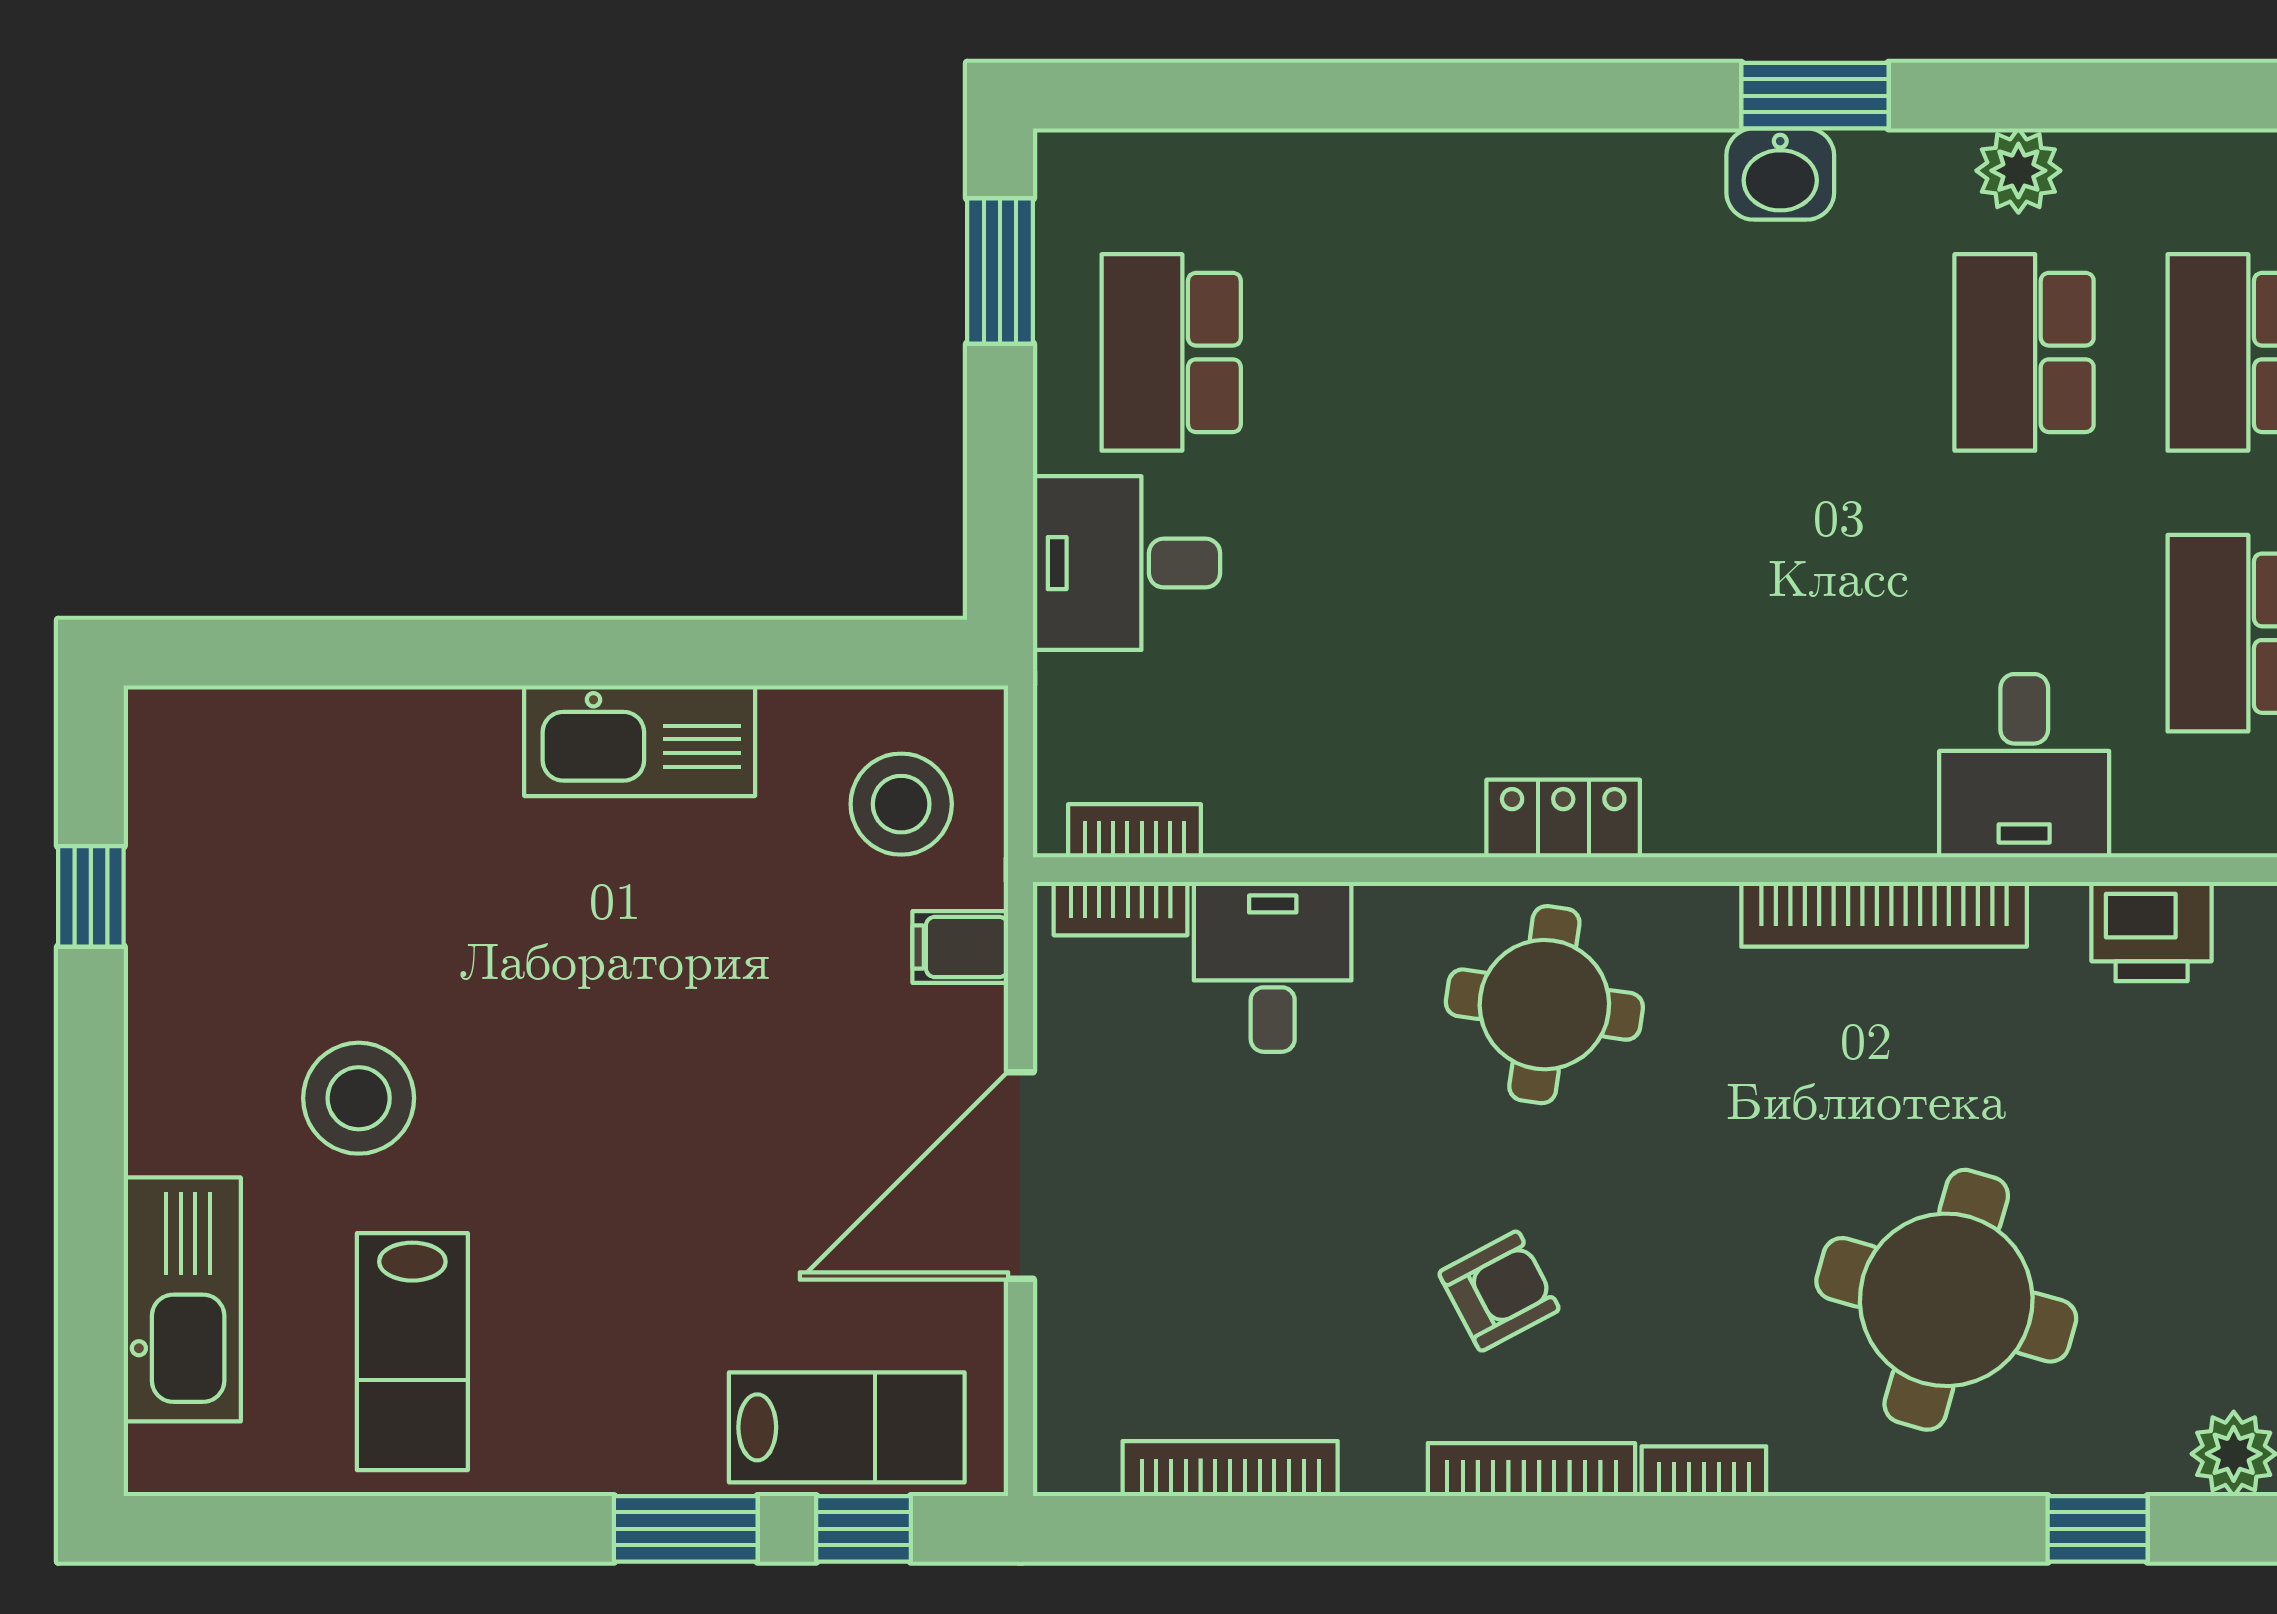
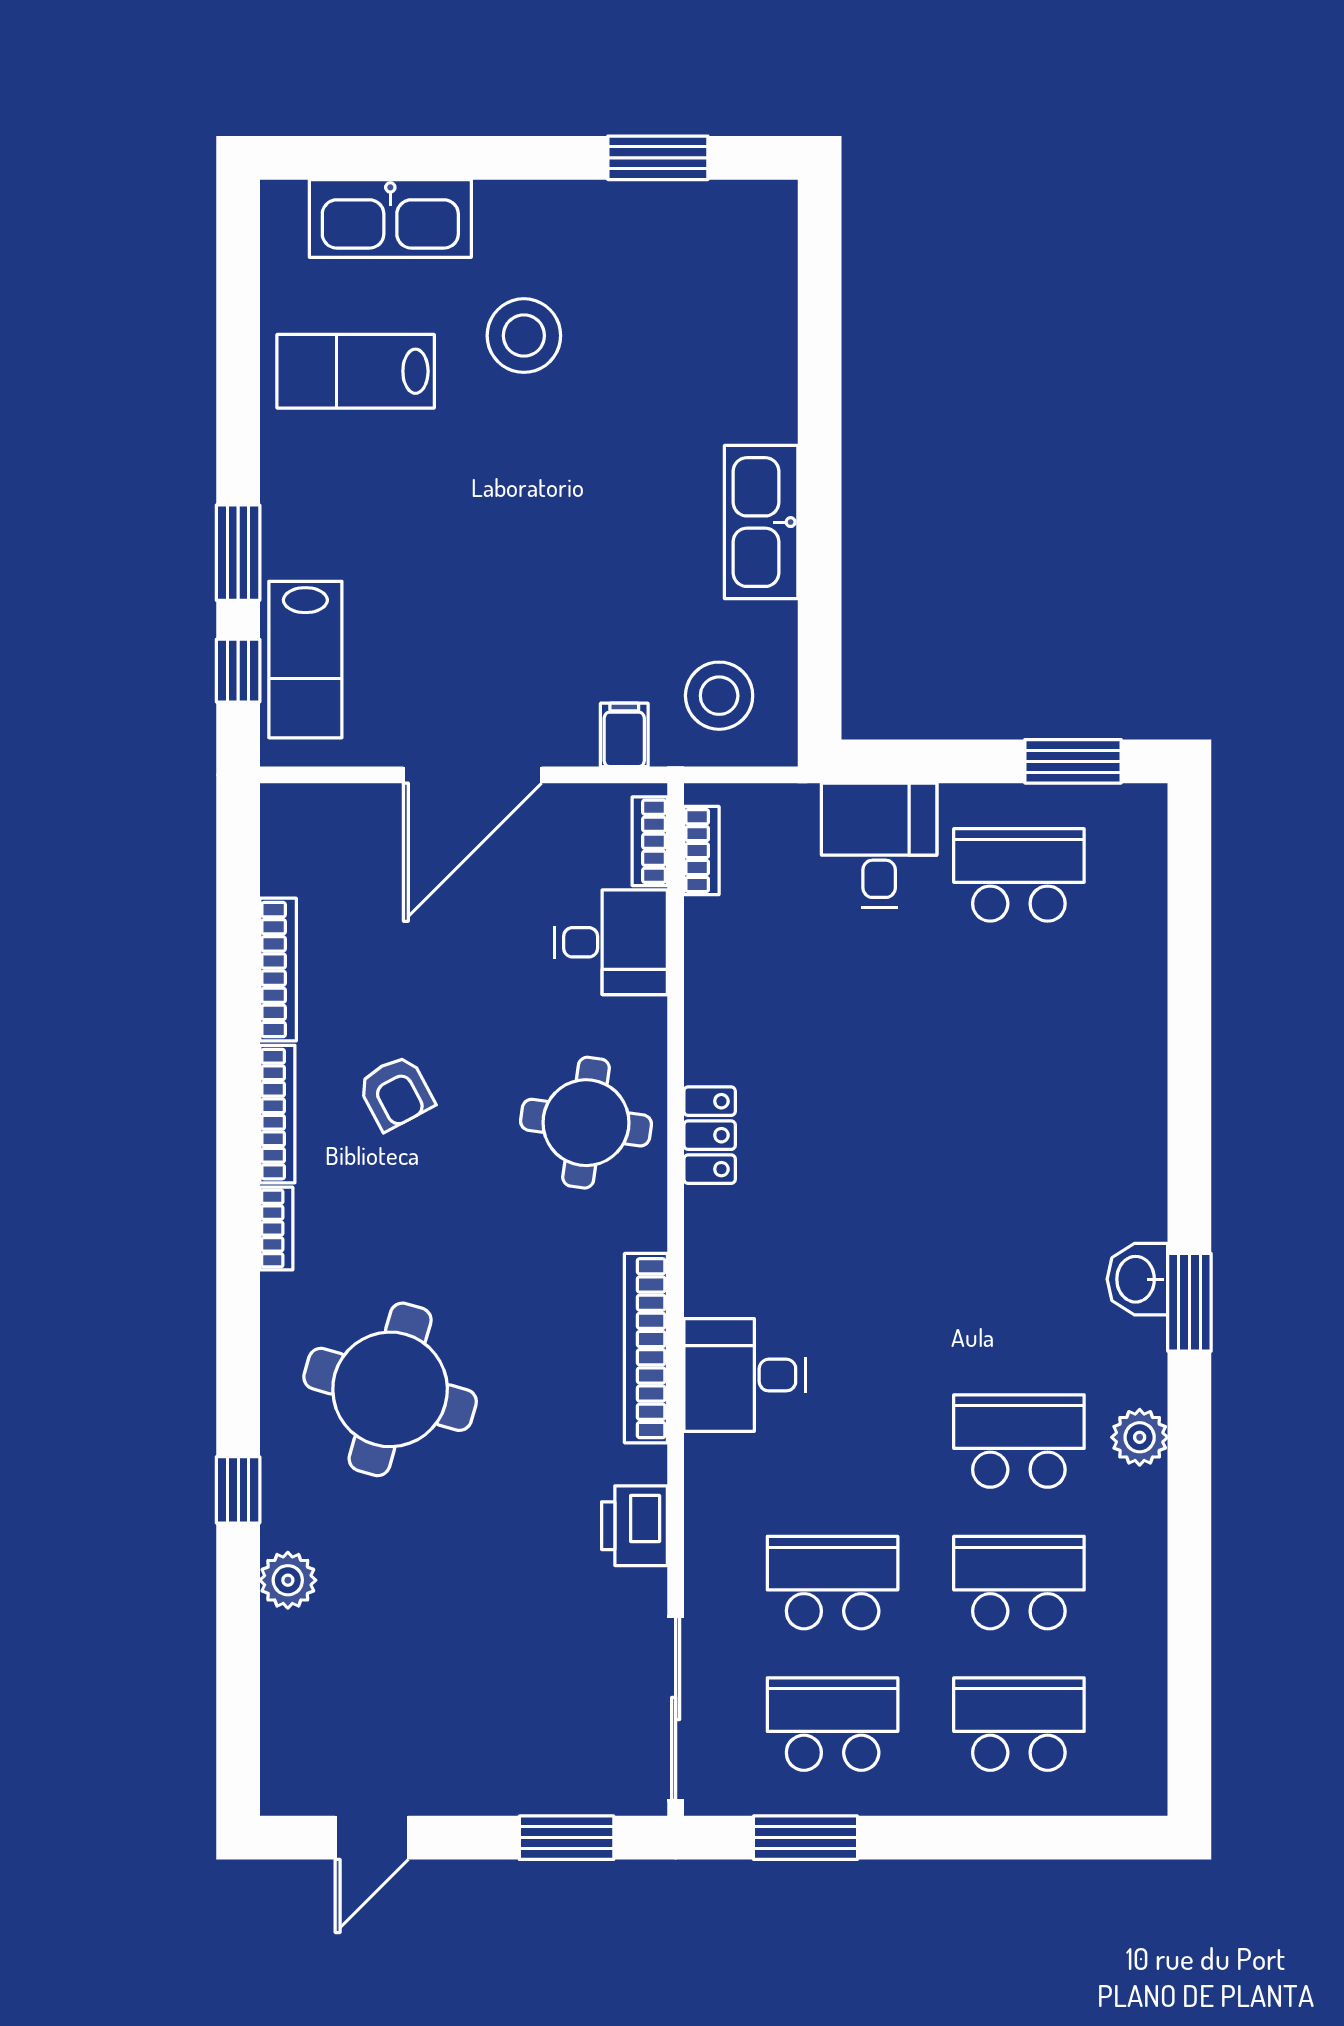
desk: (2024, 766) -> (745, 1375), moved
window: (91, 896) -> (658, 158), width x1.50
door: (1020, 1175) -> (473, 775), swing flipped
bookcase: (1230, 1469) -> (278, 970), moved

